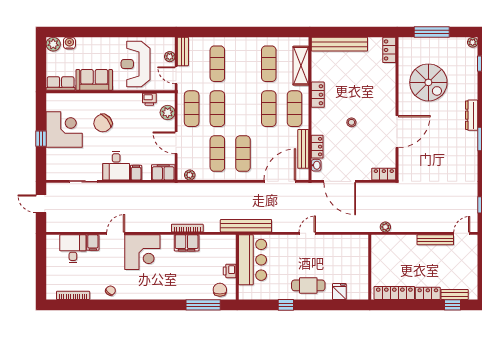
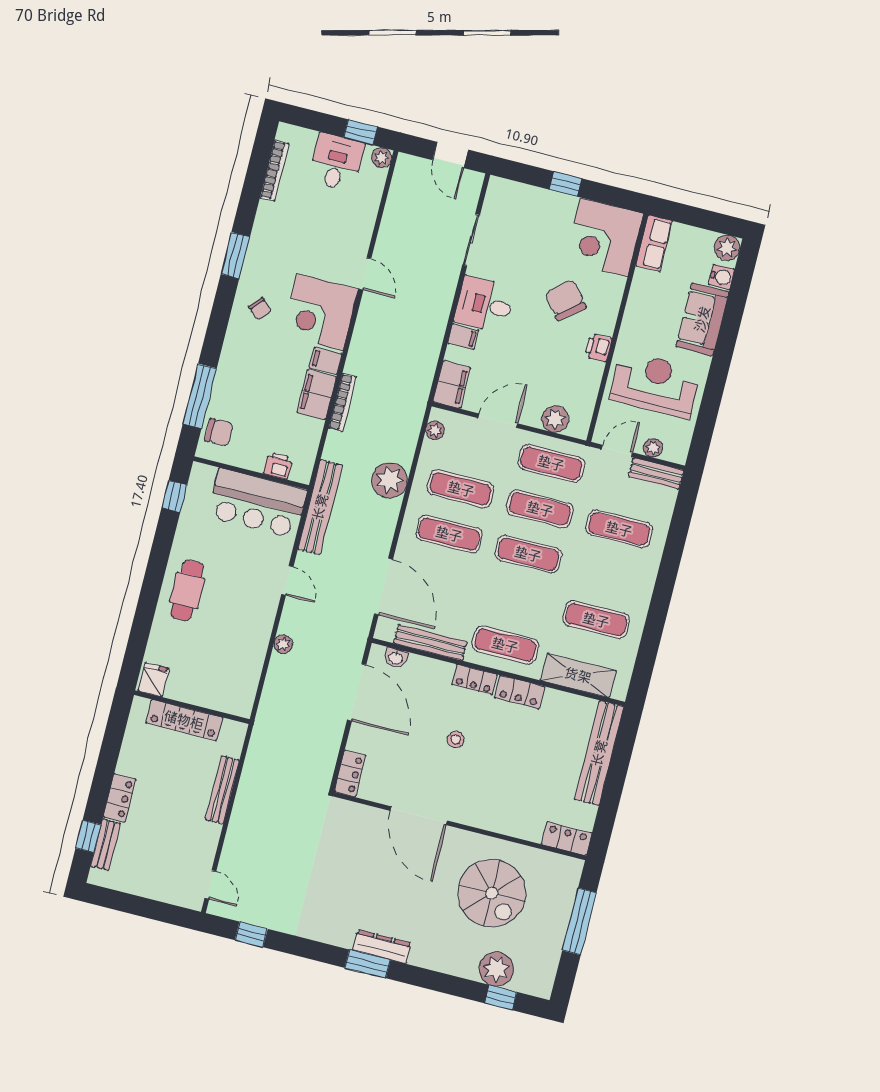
plant: (473, 42) -> (496, 969), moved, width x1.88, depth x1.88
sofa: (94, 80) -> (702, 319), moved, turned 180
spiral stairs: (428, 82) -> (492, 893), turned -90
printer: (149, 99) -> (598, 348), moved
exercise mat: (269, 109) -> (528, 554), moved
dresser: (472, 115) -> (382, 947), moved
corner desk: (64, 130) -> (604, 237), moved, turned 90
locker: (317, 147) -> (474, 680), moved
door: (340, 181) -> (357, 692), swing flipped
plant: (222, 192) -> (390, 480), added
door: (41, 204) -> (450, 155), swing flipped
plant: (385, 227) -> (283, 644), moved
door: (307, 233) -> (287, 580), moved
plant: (52, 240) -> (382, 158), added
bench: (435, 240) -> (222, 790), moved
filing cabinet: (93, 243) -> (326, 361), moved
desk: (73, 249) -> (336, 162), moved, turned -90
window: (41, 255) -> (361, 132), added
printer: (230, 271) -> (278, 466), moved
chair: (110, 291) -> (260, 309), moved
fridge: (339, 292) -> (154, 680), moved, turned -90
locker: (394, 293) -> (184, 720), moved, turned 90
window: (124, 305) -> (235, 255), added
window: (286, 305) -> (174, 496), moved

